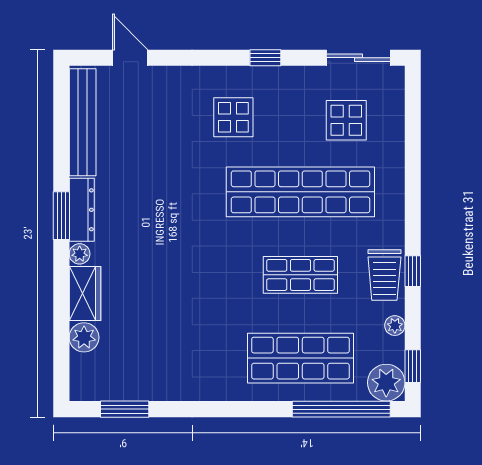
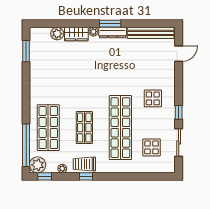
sliding door: (358, 58) -> (179, 143), moved

